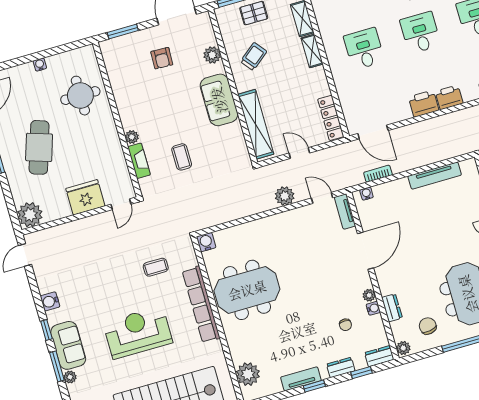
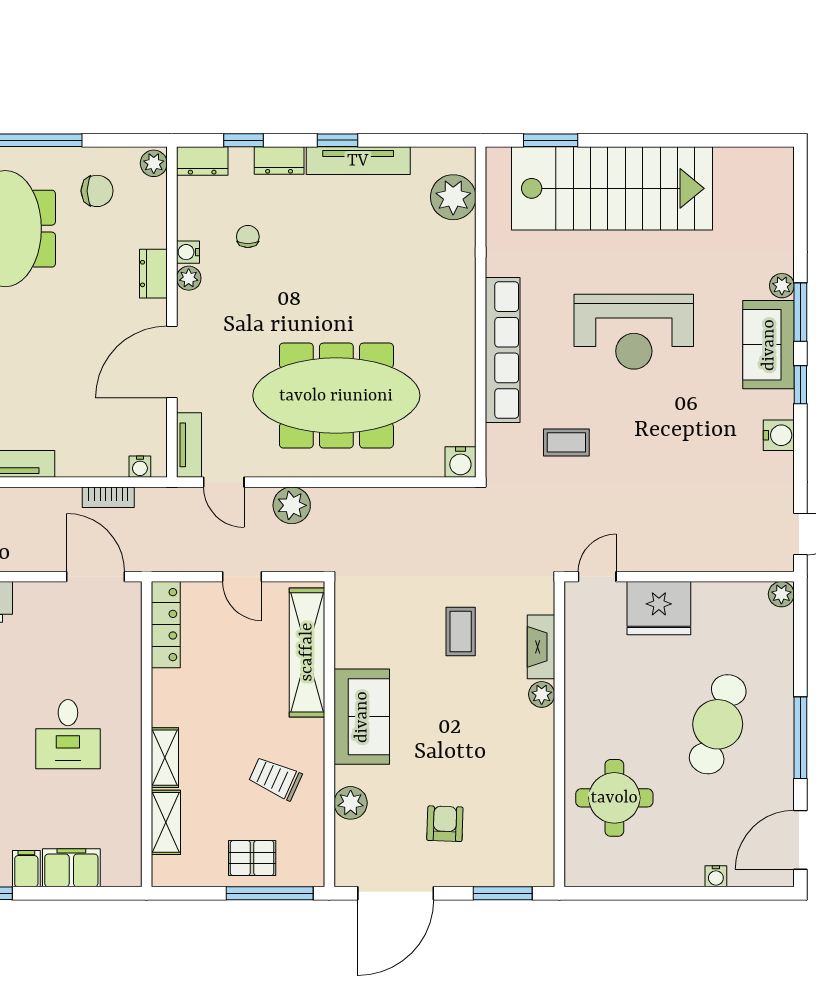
trolley: (254, 56) -> (275, 778), turned 63
water cooler: (40, 65) -> (716, 876), moved
plant: (30, 215) -> (781, 594), width x0.53, depth x0.53
meeting table: (247, 290) -> (336, 396), moved, width x1.36
dresser: (392, 308) -> (153, 274), moved
chair: (428, 326) -> (97, 191), turned -80
tv unit: (301, 379) -> (358, 161), width x1.41

